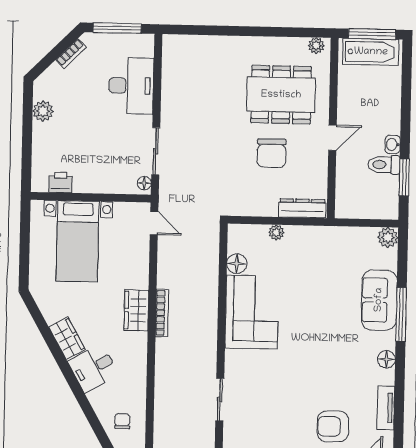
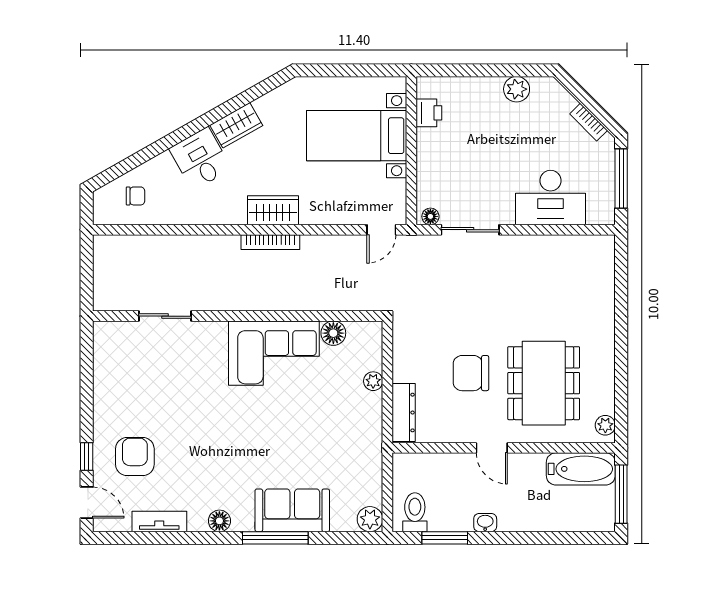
bathtub: (371, 52) -> (581, 469), moved, turned -90
toilet: (384, 165) -> (415, 512), moved

